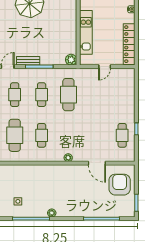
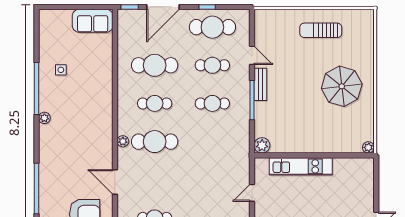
door: (105, 67) -> (252, 193), hinge flipped
cafe table: (68, 95) -> (155, 142), moved
door: (97, 163) -> (115, 182), hinge flipped

